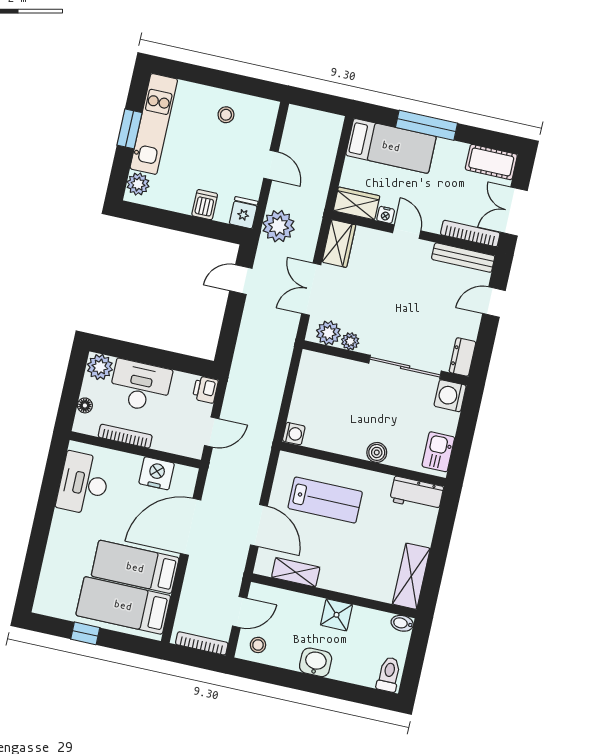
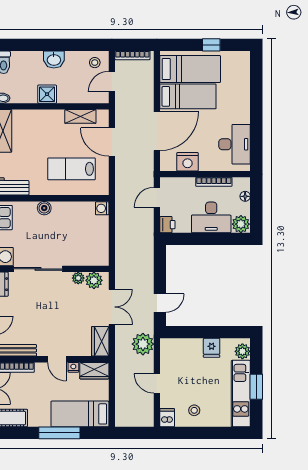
dishwasher: (205, 205) -> (167, 418), moved, turned 180
fridge: (244, 213) -> (212, 348), moved

